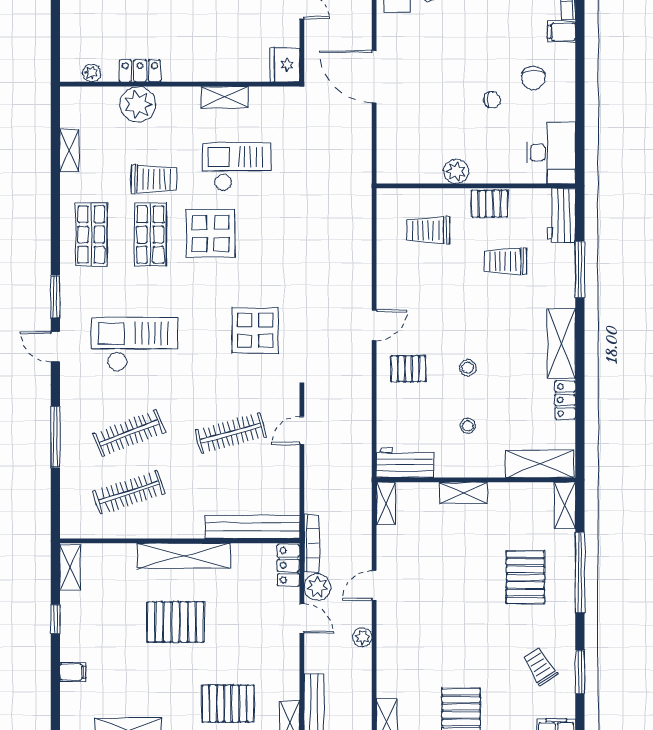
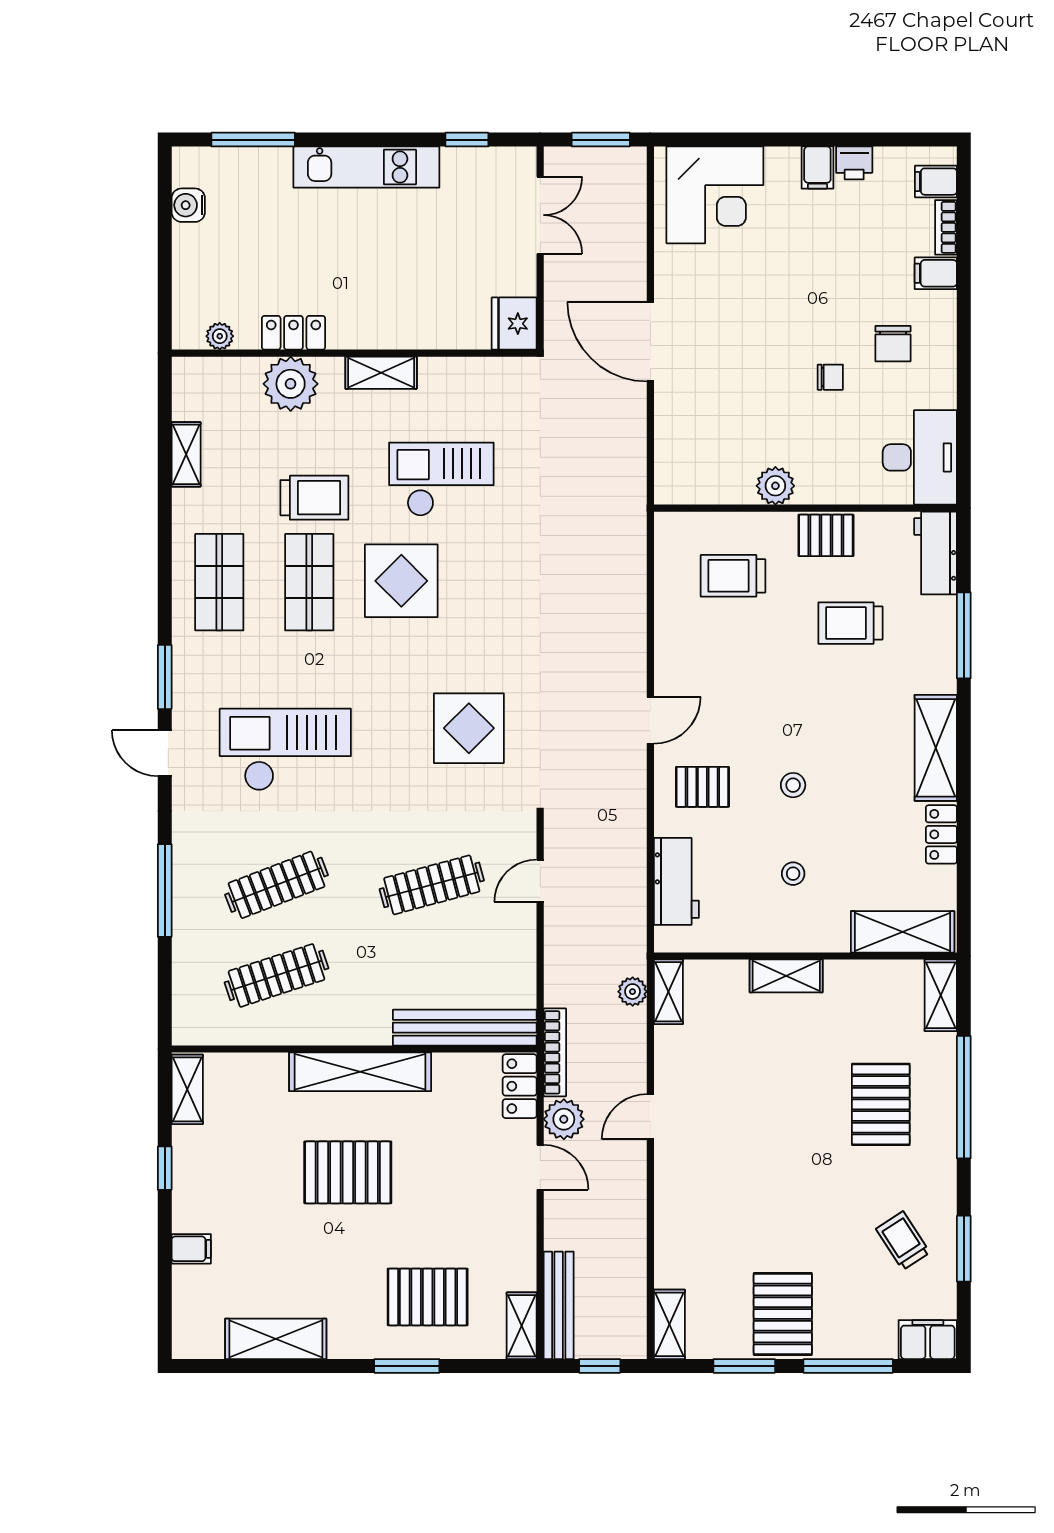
shelving: (225, 97) -> (381, 373), moved
workbench: (405, 463) -> (676, 881), moved, turned 90
plant: (362, 637) -> (633, 992), moved

